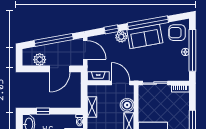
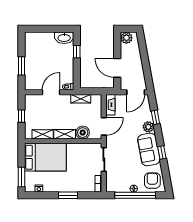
window: (148, 23) -> (162, 153), width x0.32
window: (54, 40) -> (145, 62), removed
plant: (40, 60) -> (126, 38), moved

